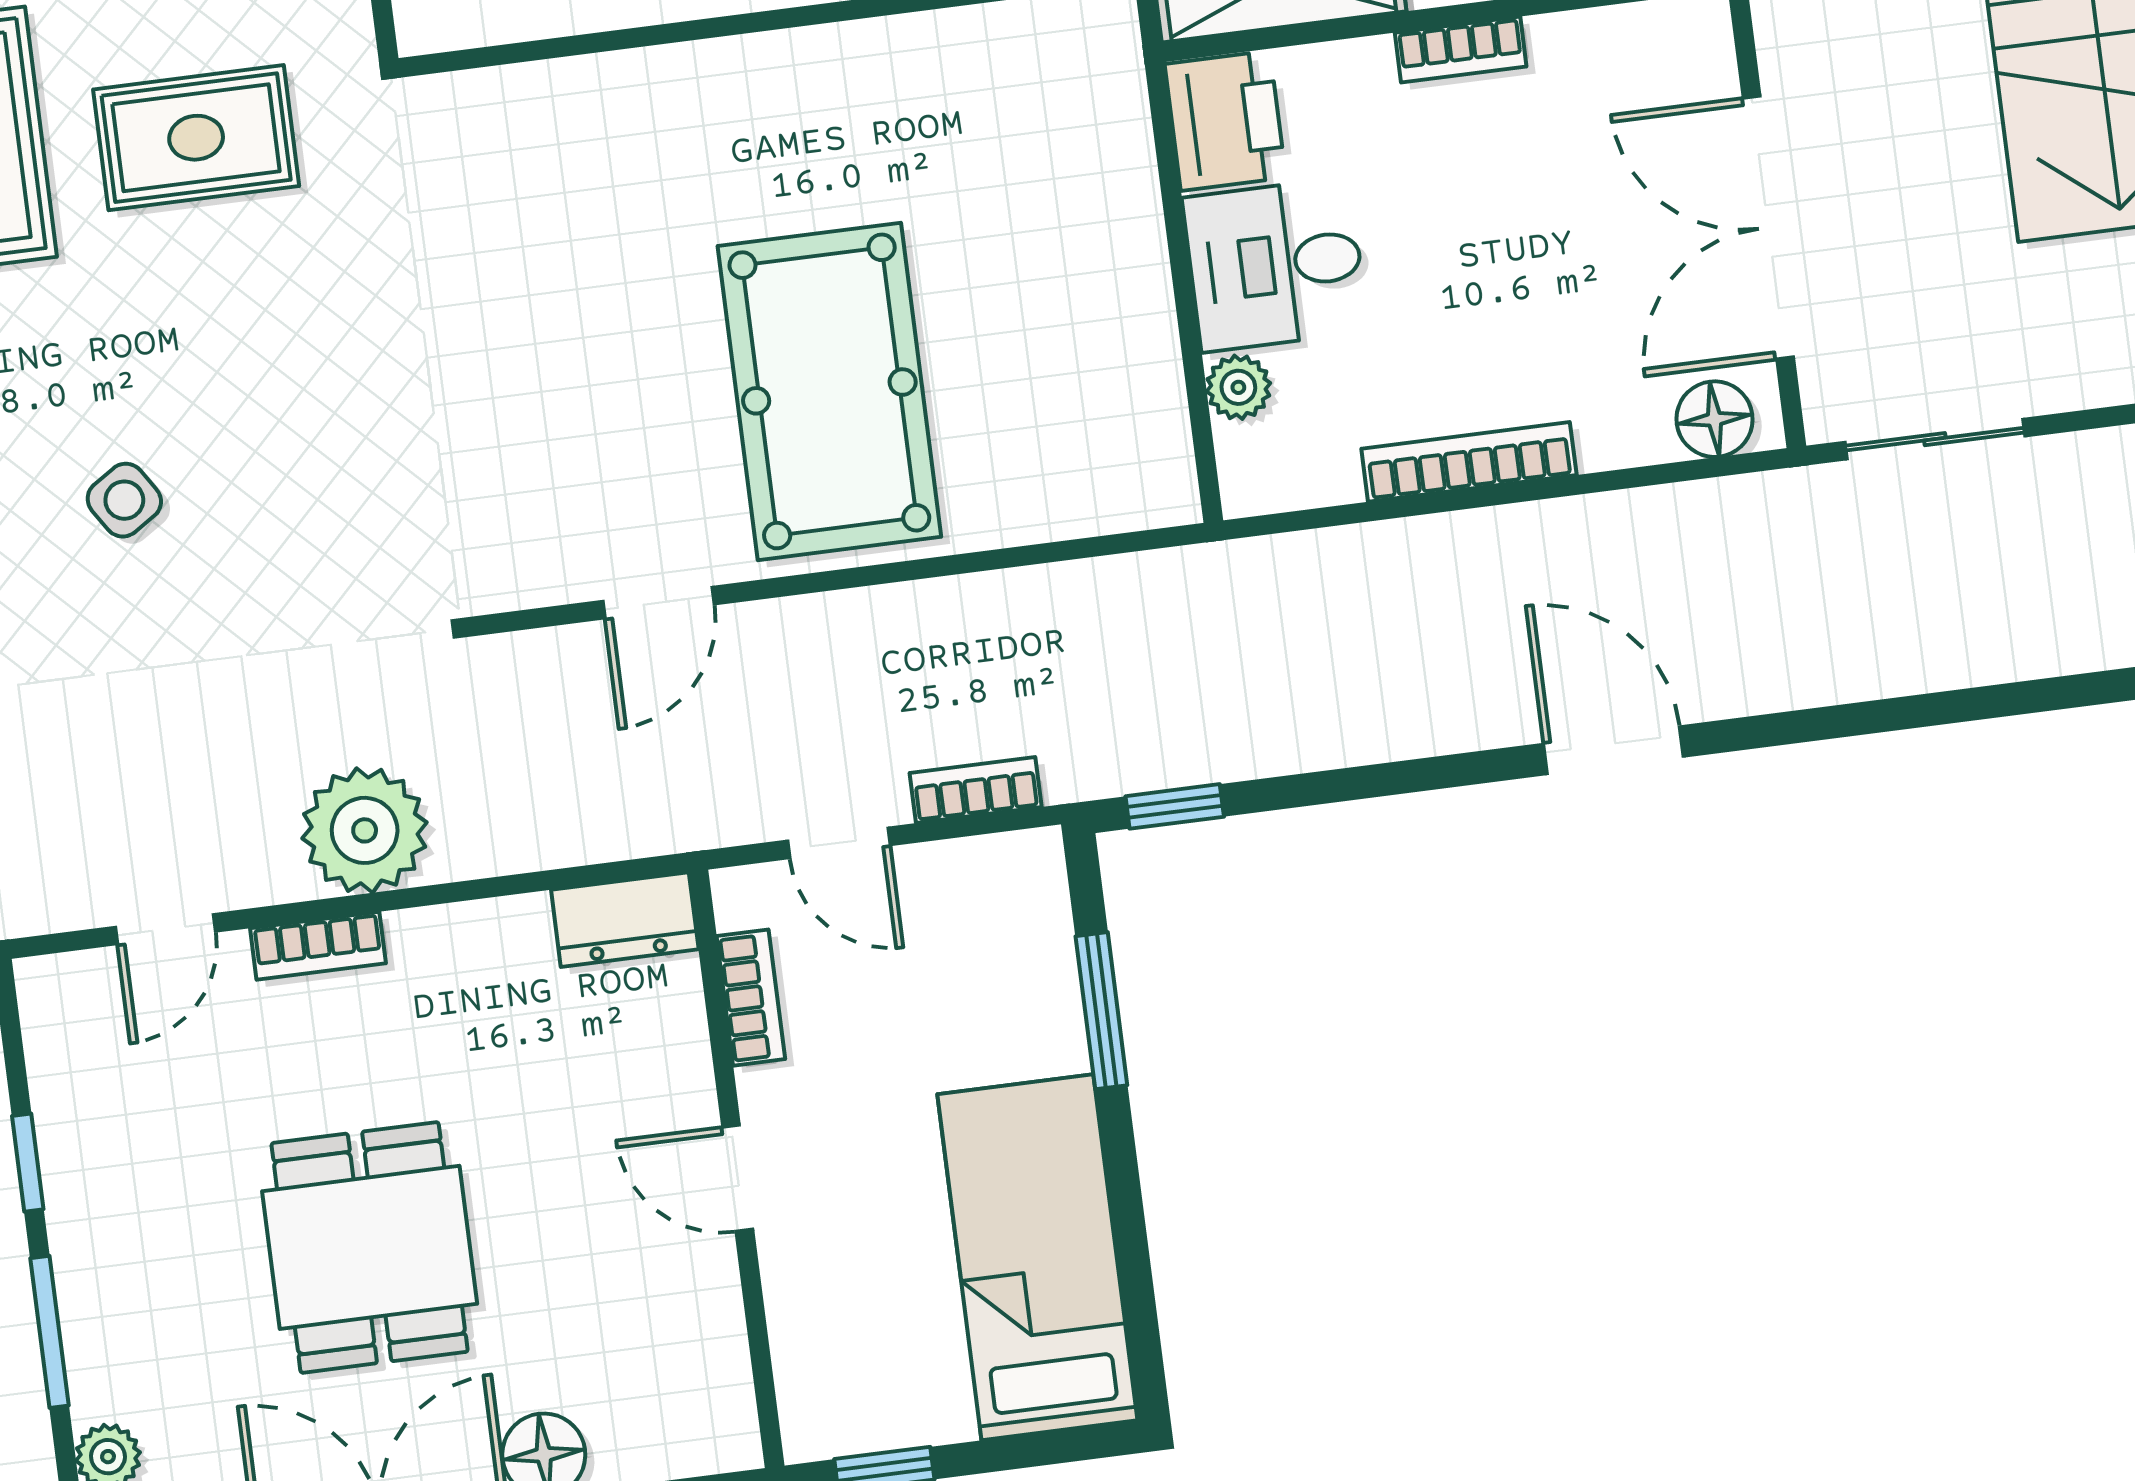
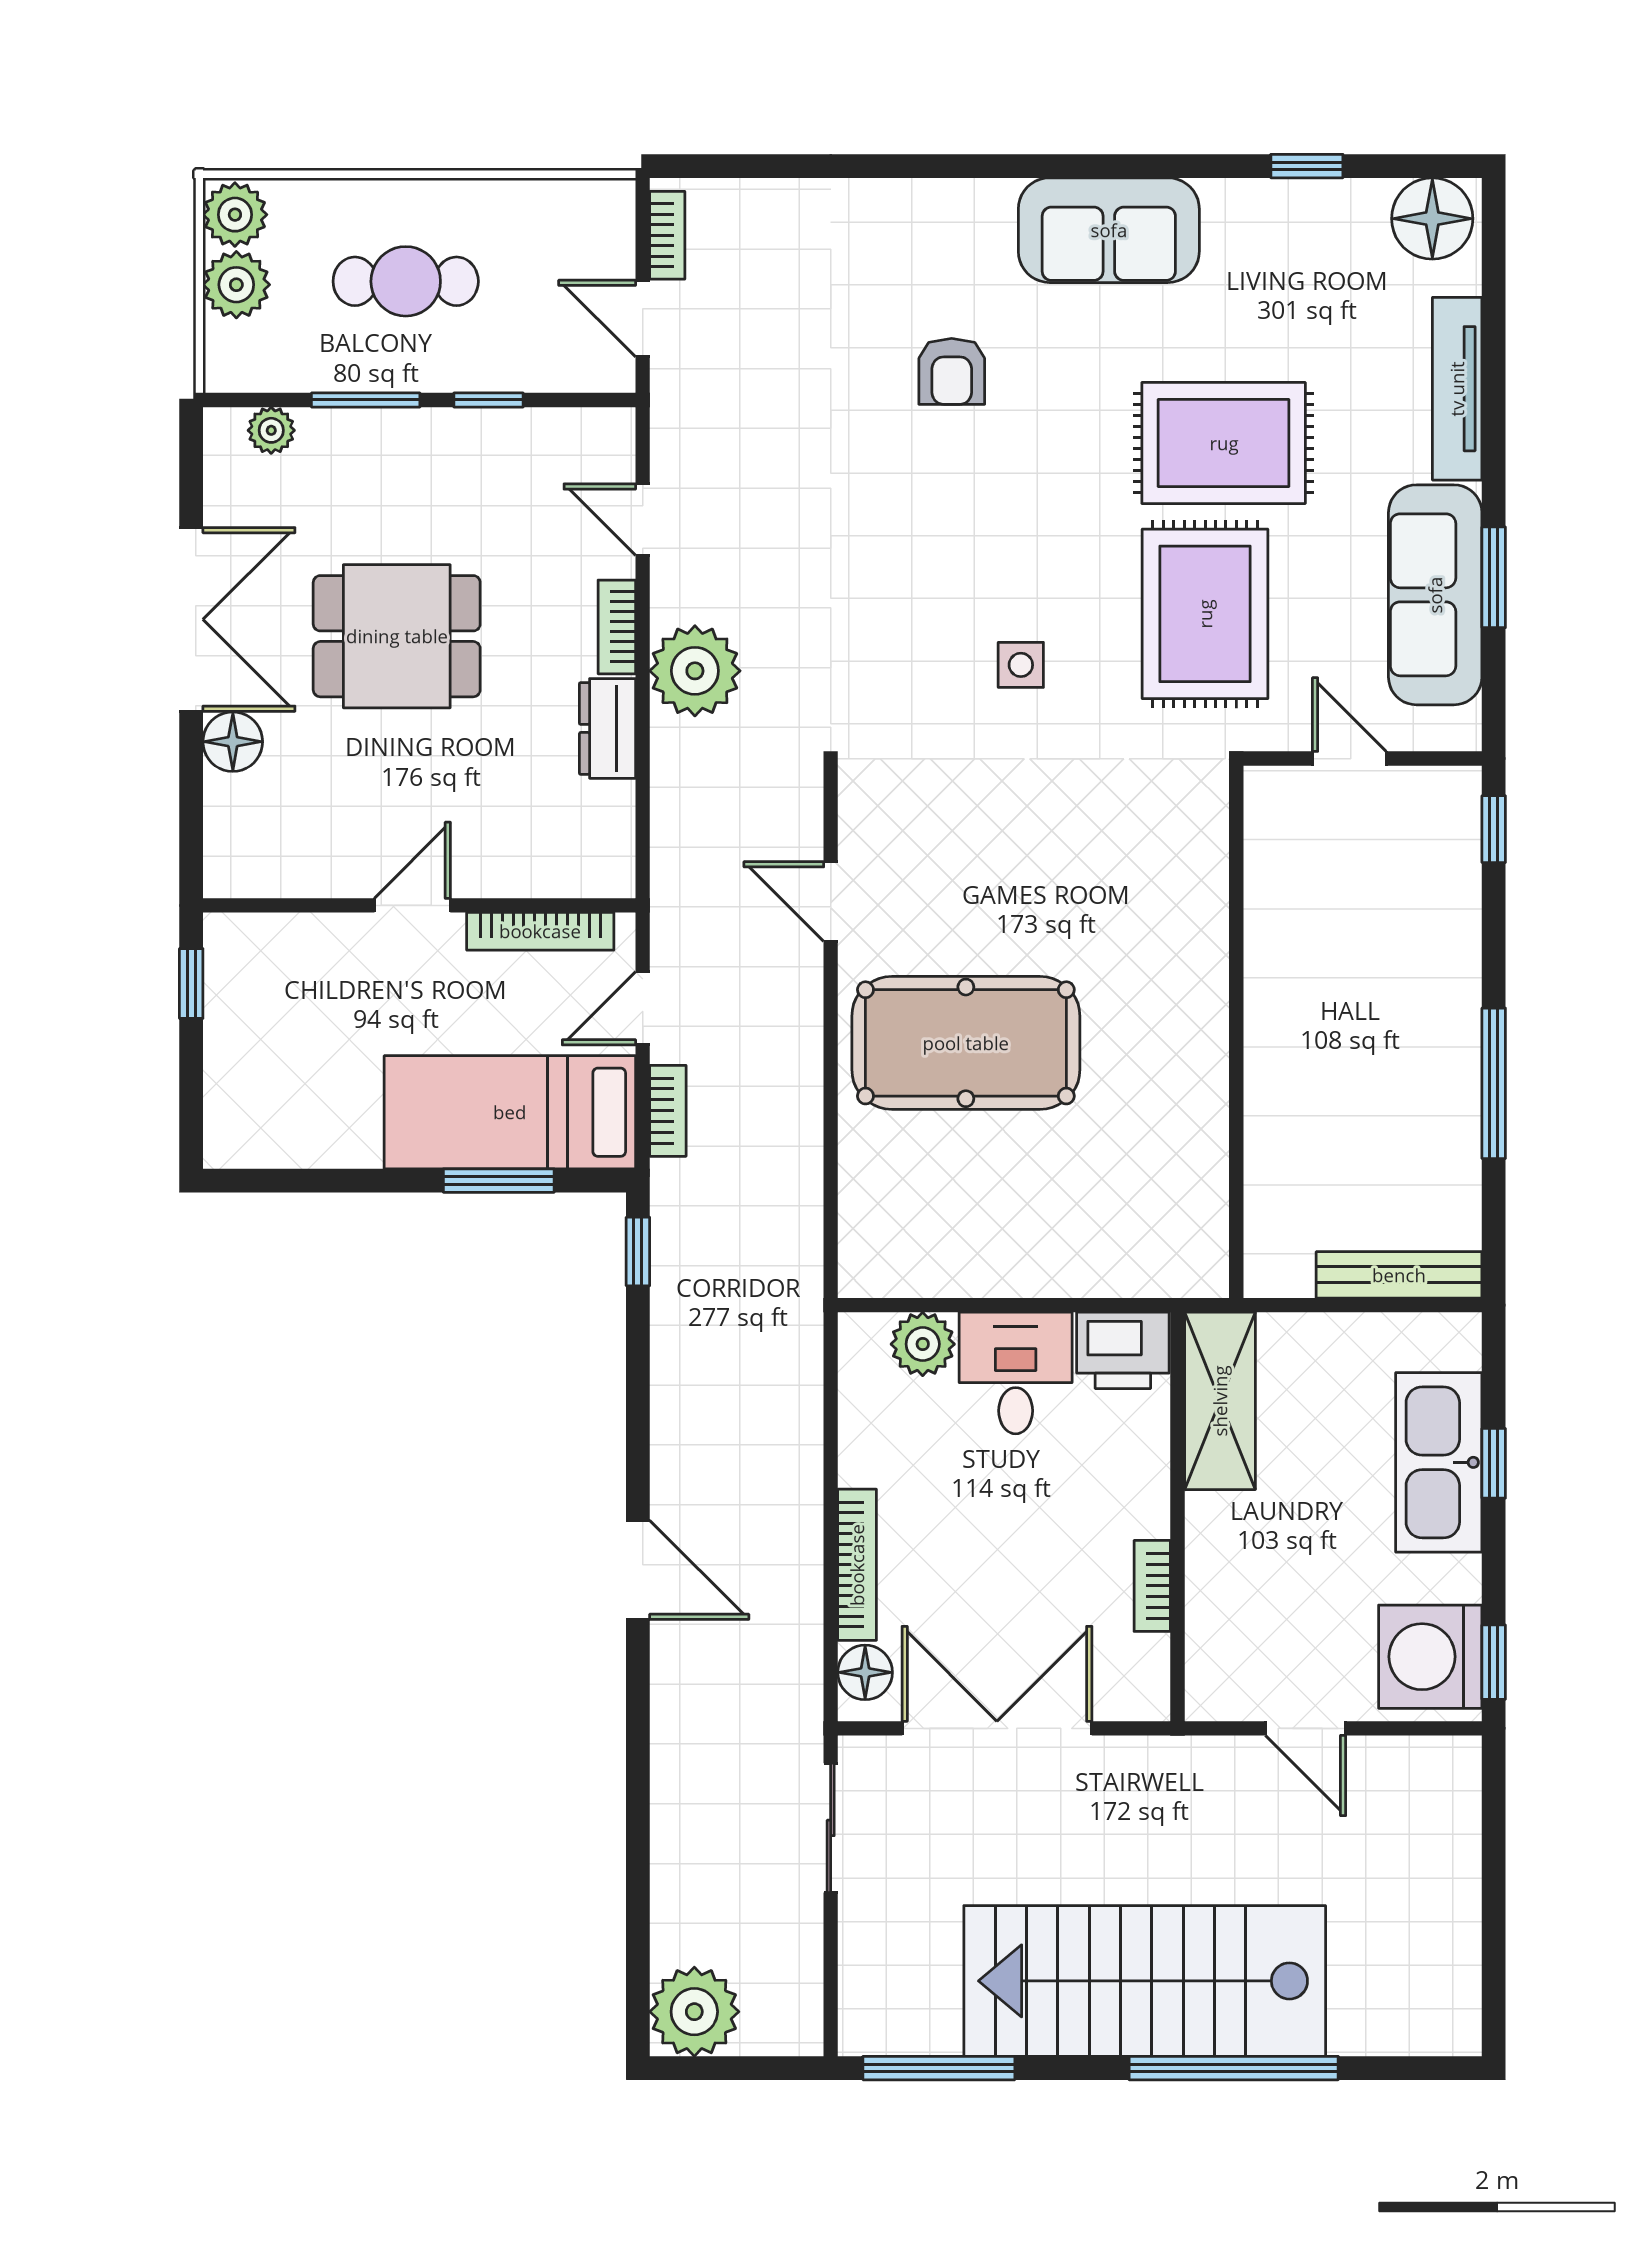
bookcase: (1461, 50) -> (1152, 1586), moved
rug: (196, 138) -> (1205, 614), width x1.36, depth x1.43
plant: (1238, 387) -> (923, 1344), width x1.38, depth x1.38
bookcase: (1469, 462) -> (857, 1565), moved
side table: (124, 500) -> (1021, 665), moved, turned 33
door: (1613, 750) -> (638, 1570), hinge flipped
dresser: (625, 920) -> (607, 728), moved
bookcase: (751, 998) -> (540, 931), width x1.56
bed: (1037, 1257) -> (510, 1112), moved, turned 180

